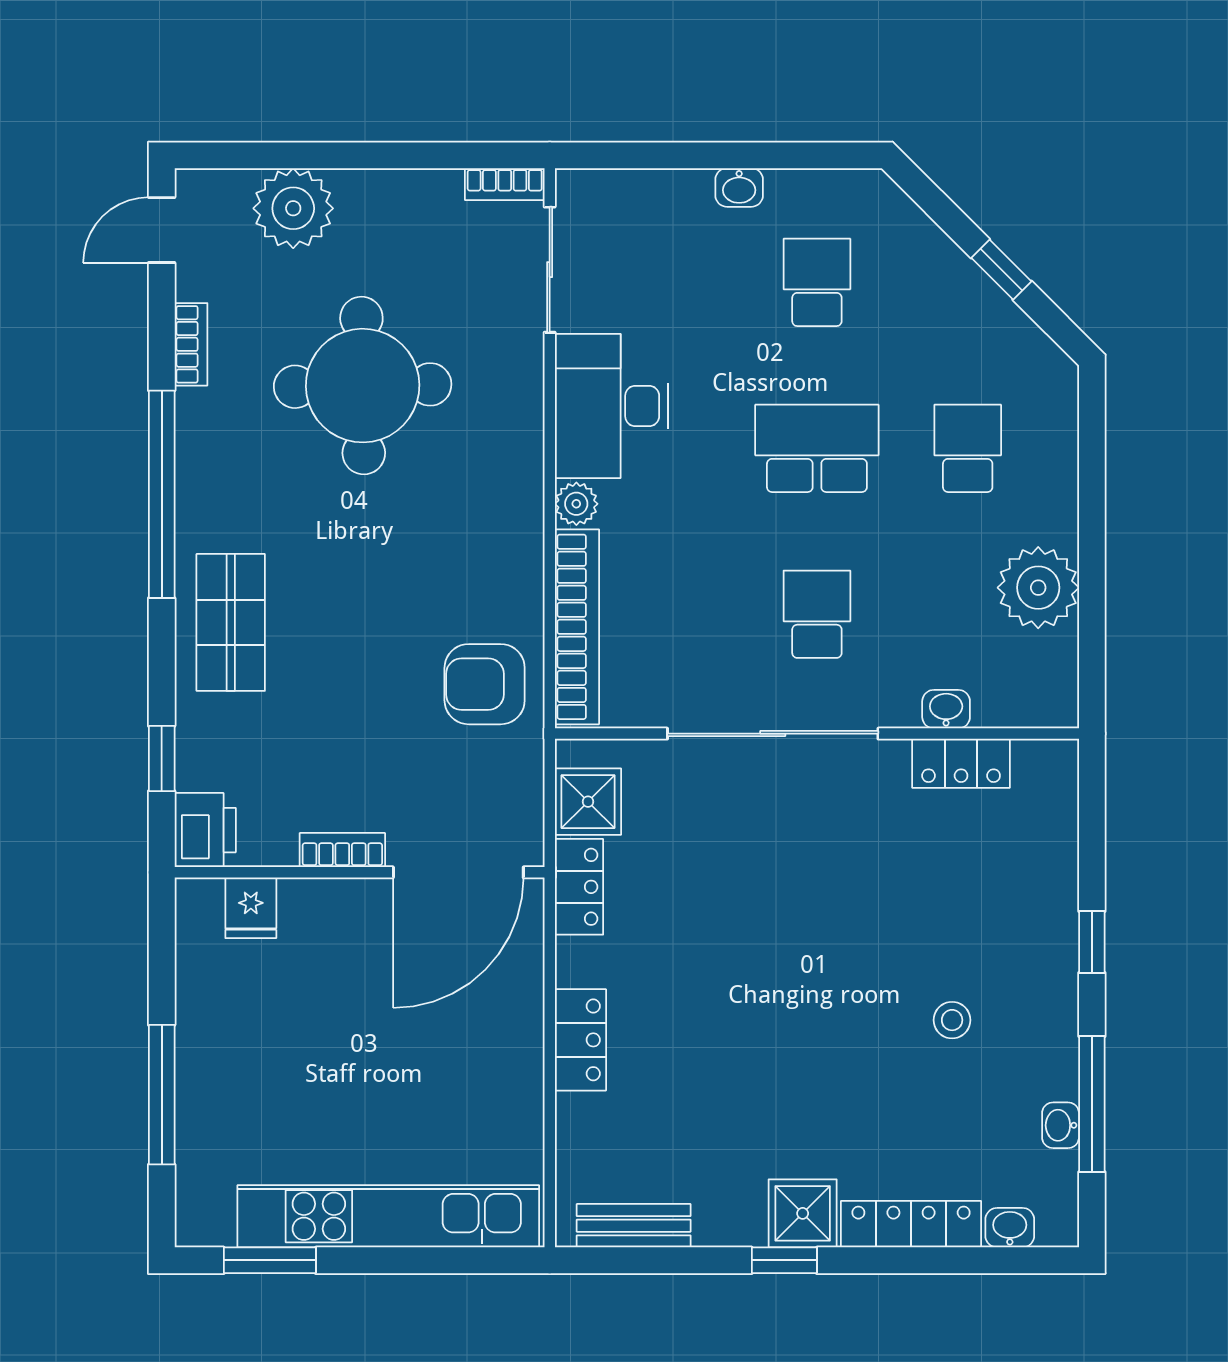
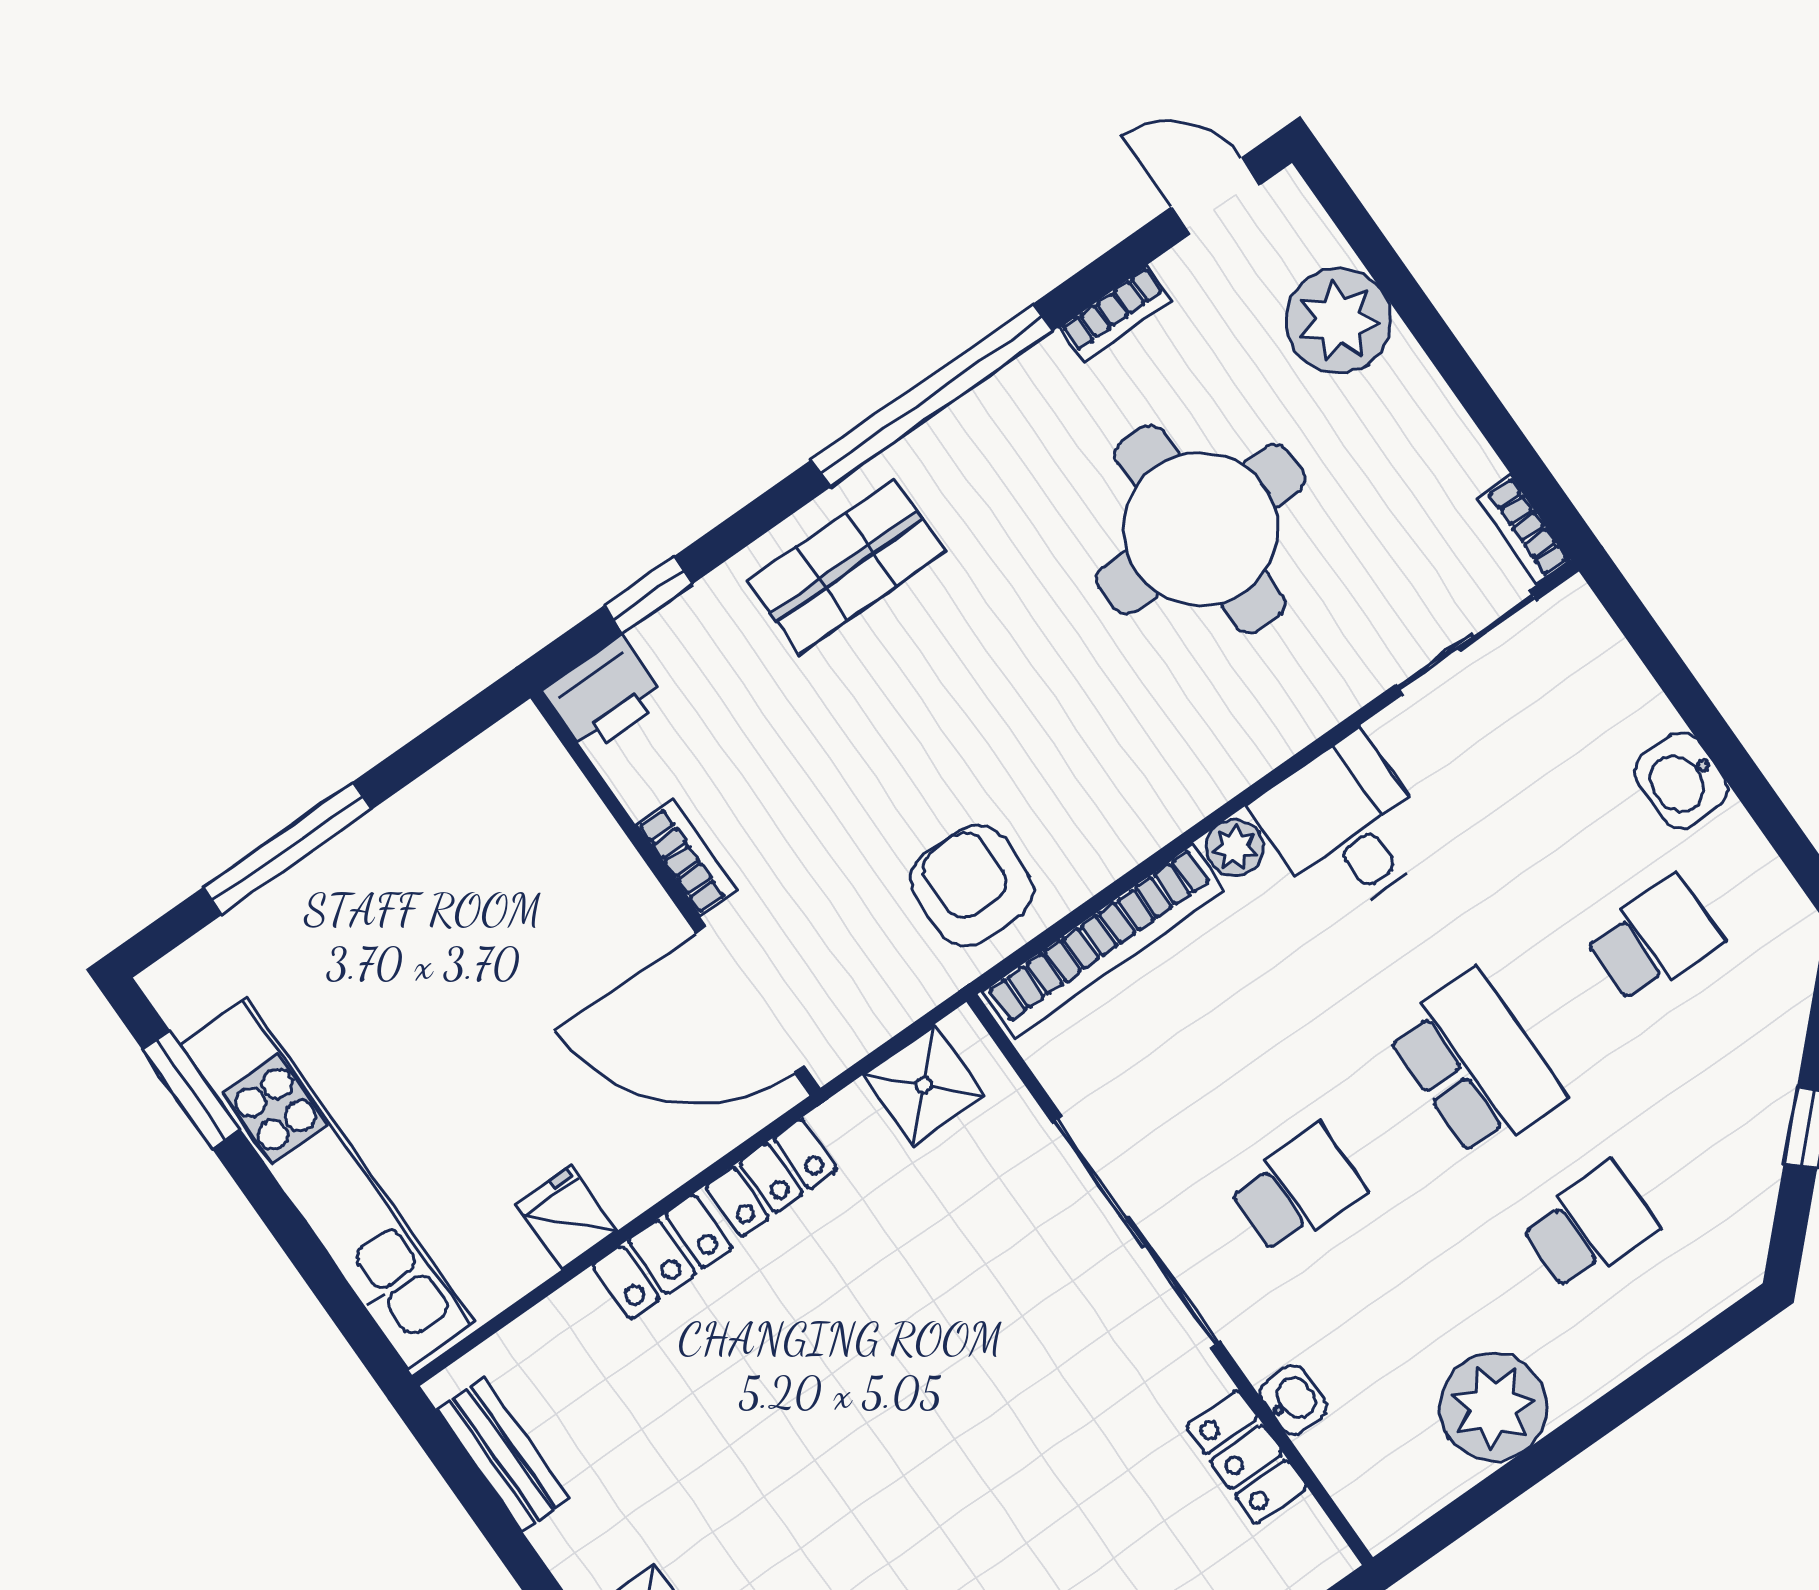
washbasin: (739, 187) -> (1681, 781), width x1.38, depth x1.45
desk: (612, 406) -> (1345, 827), width x0.73
locker: (579, 887) -> (771, 1178), moved
fridge: (251, 908) -> (566, 1218), moved, turned 90

